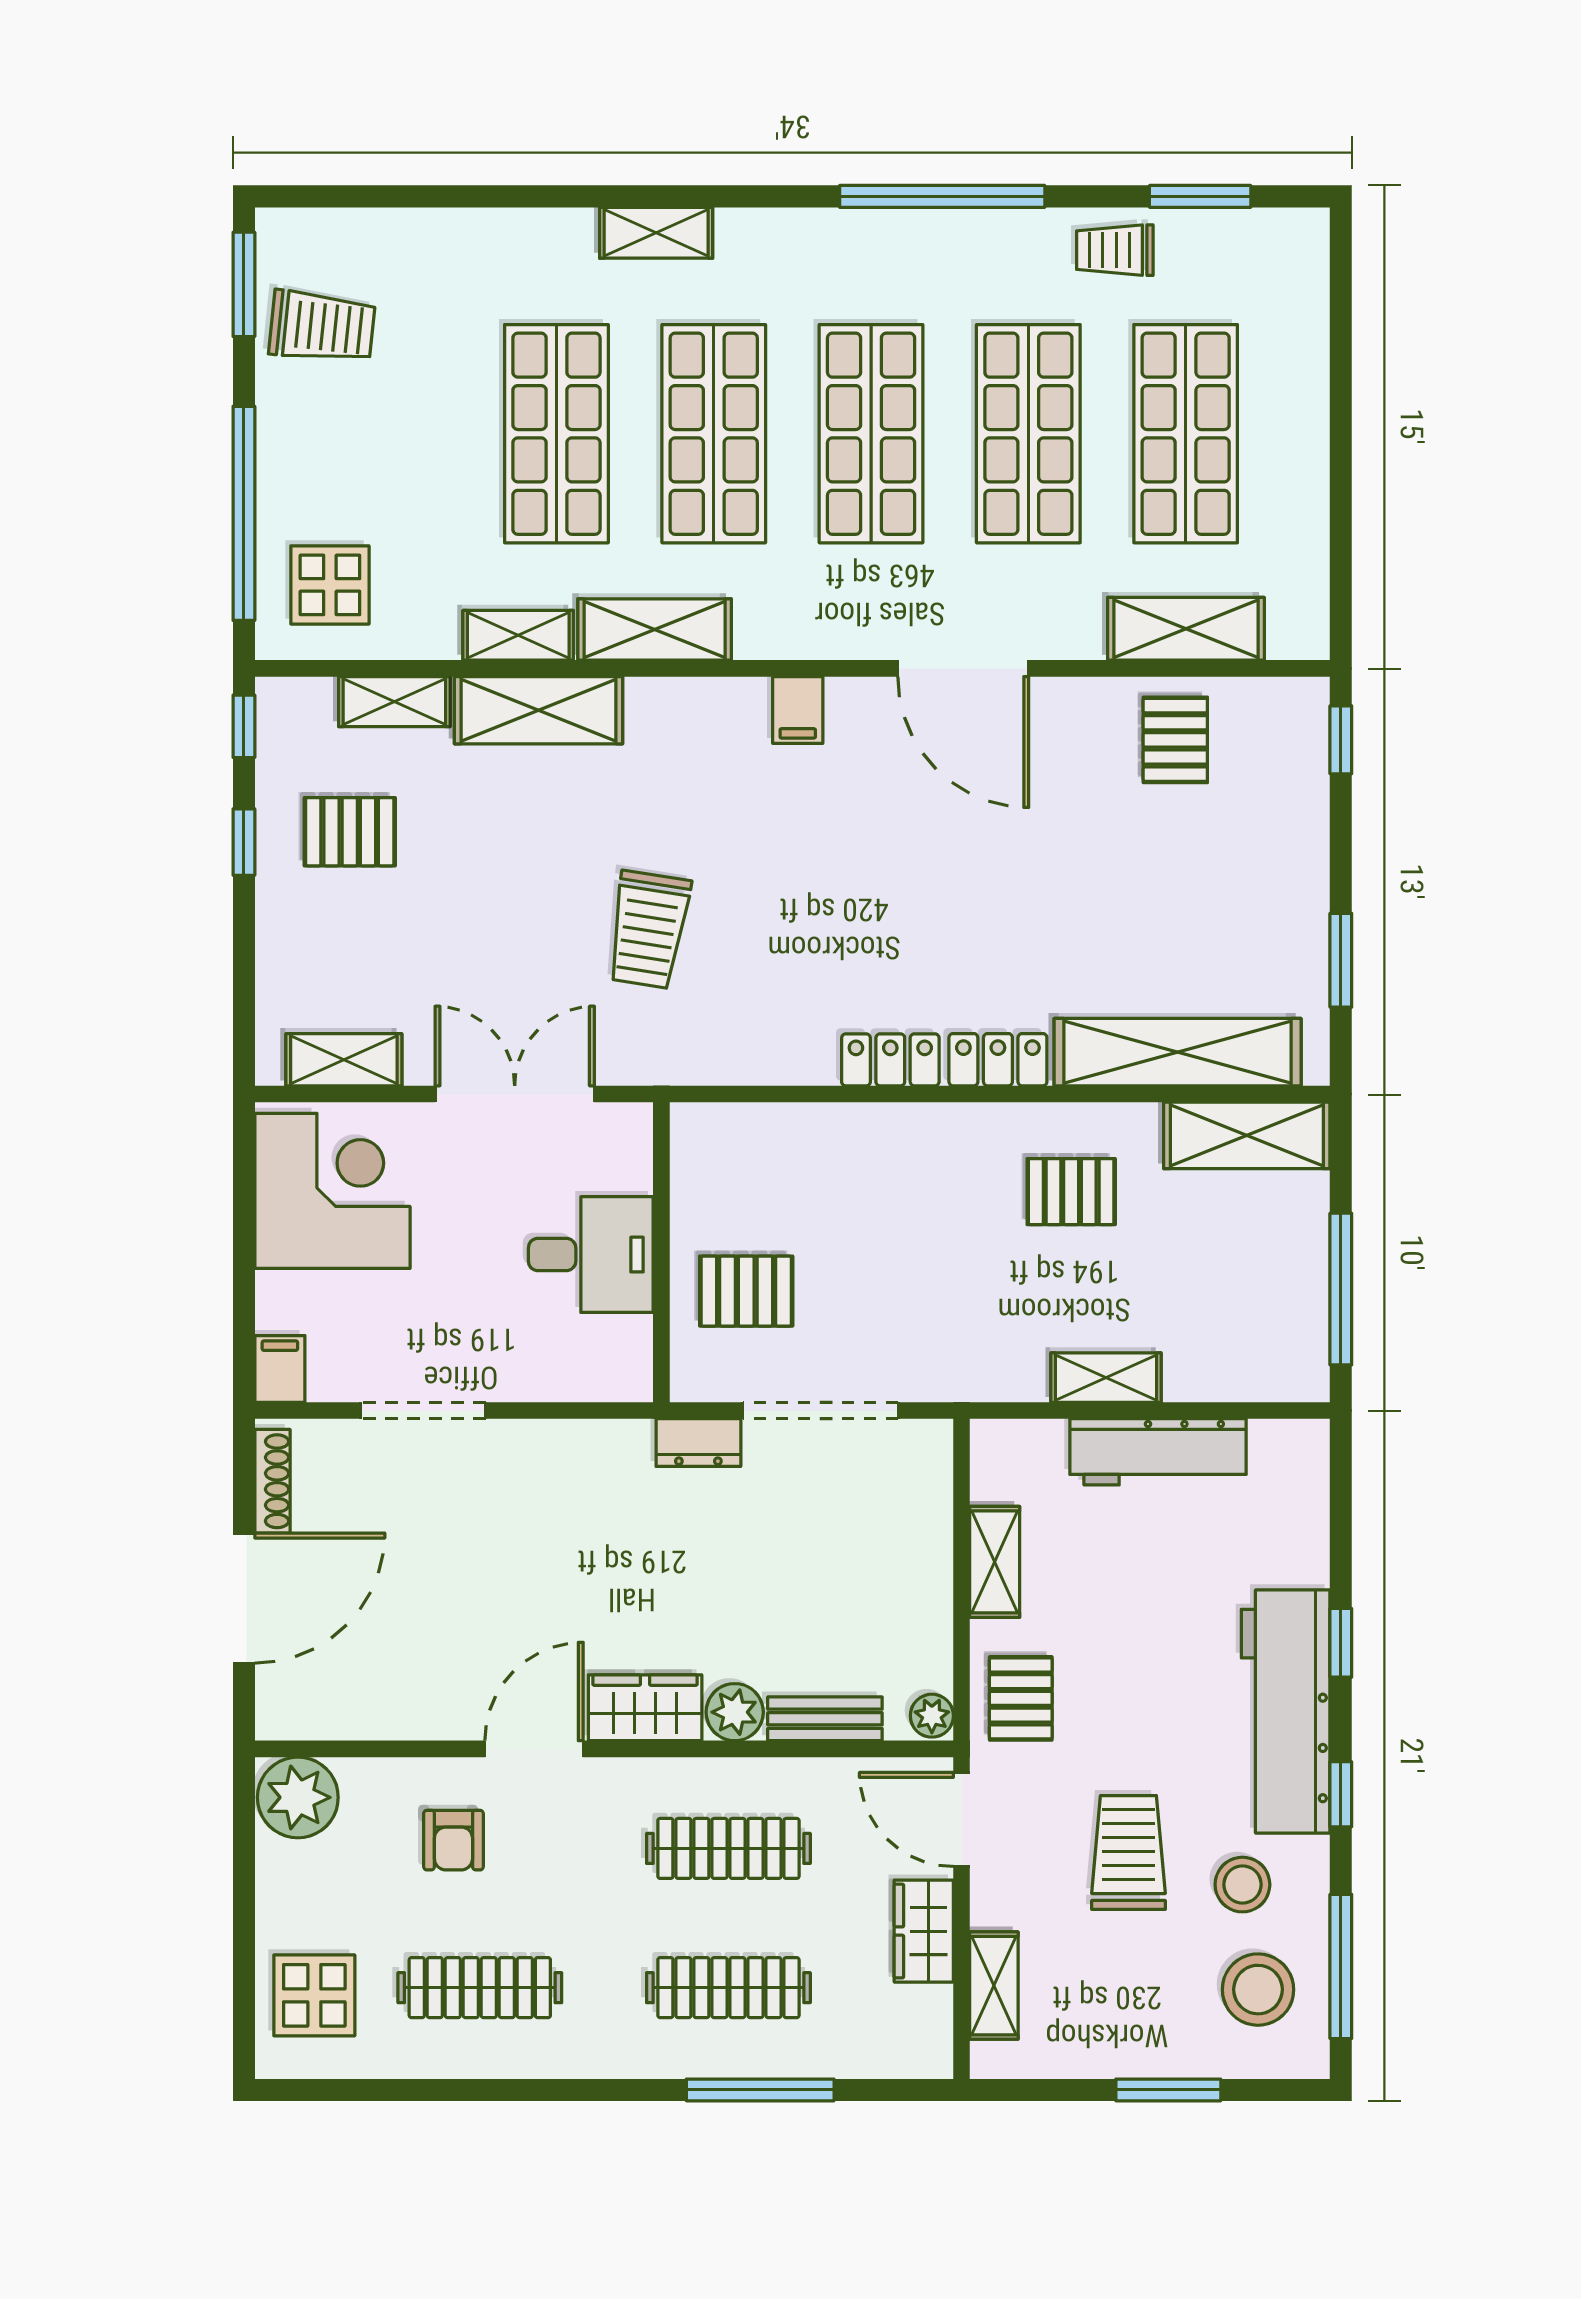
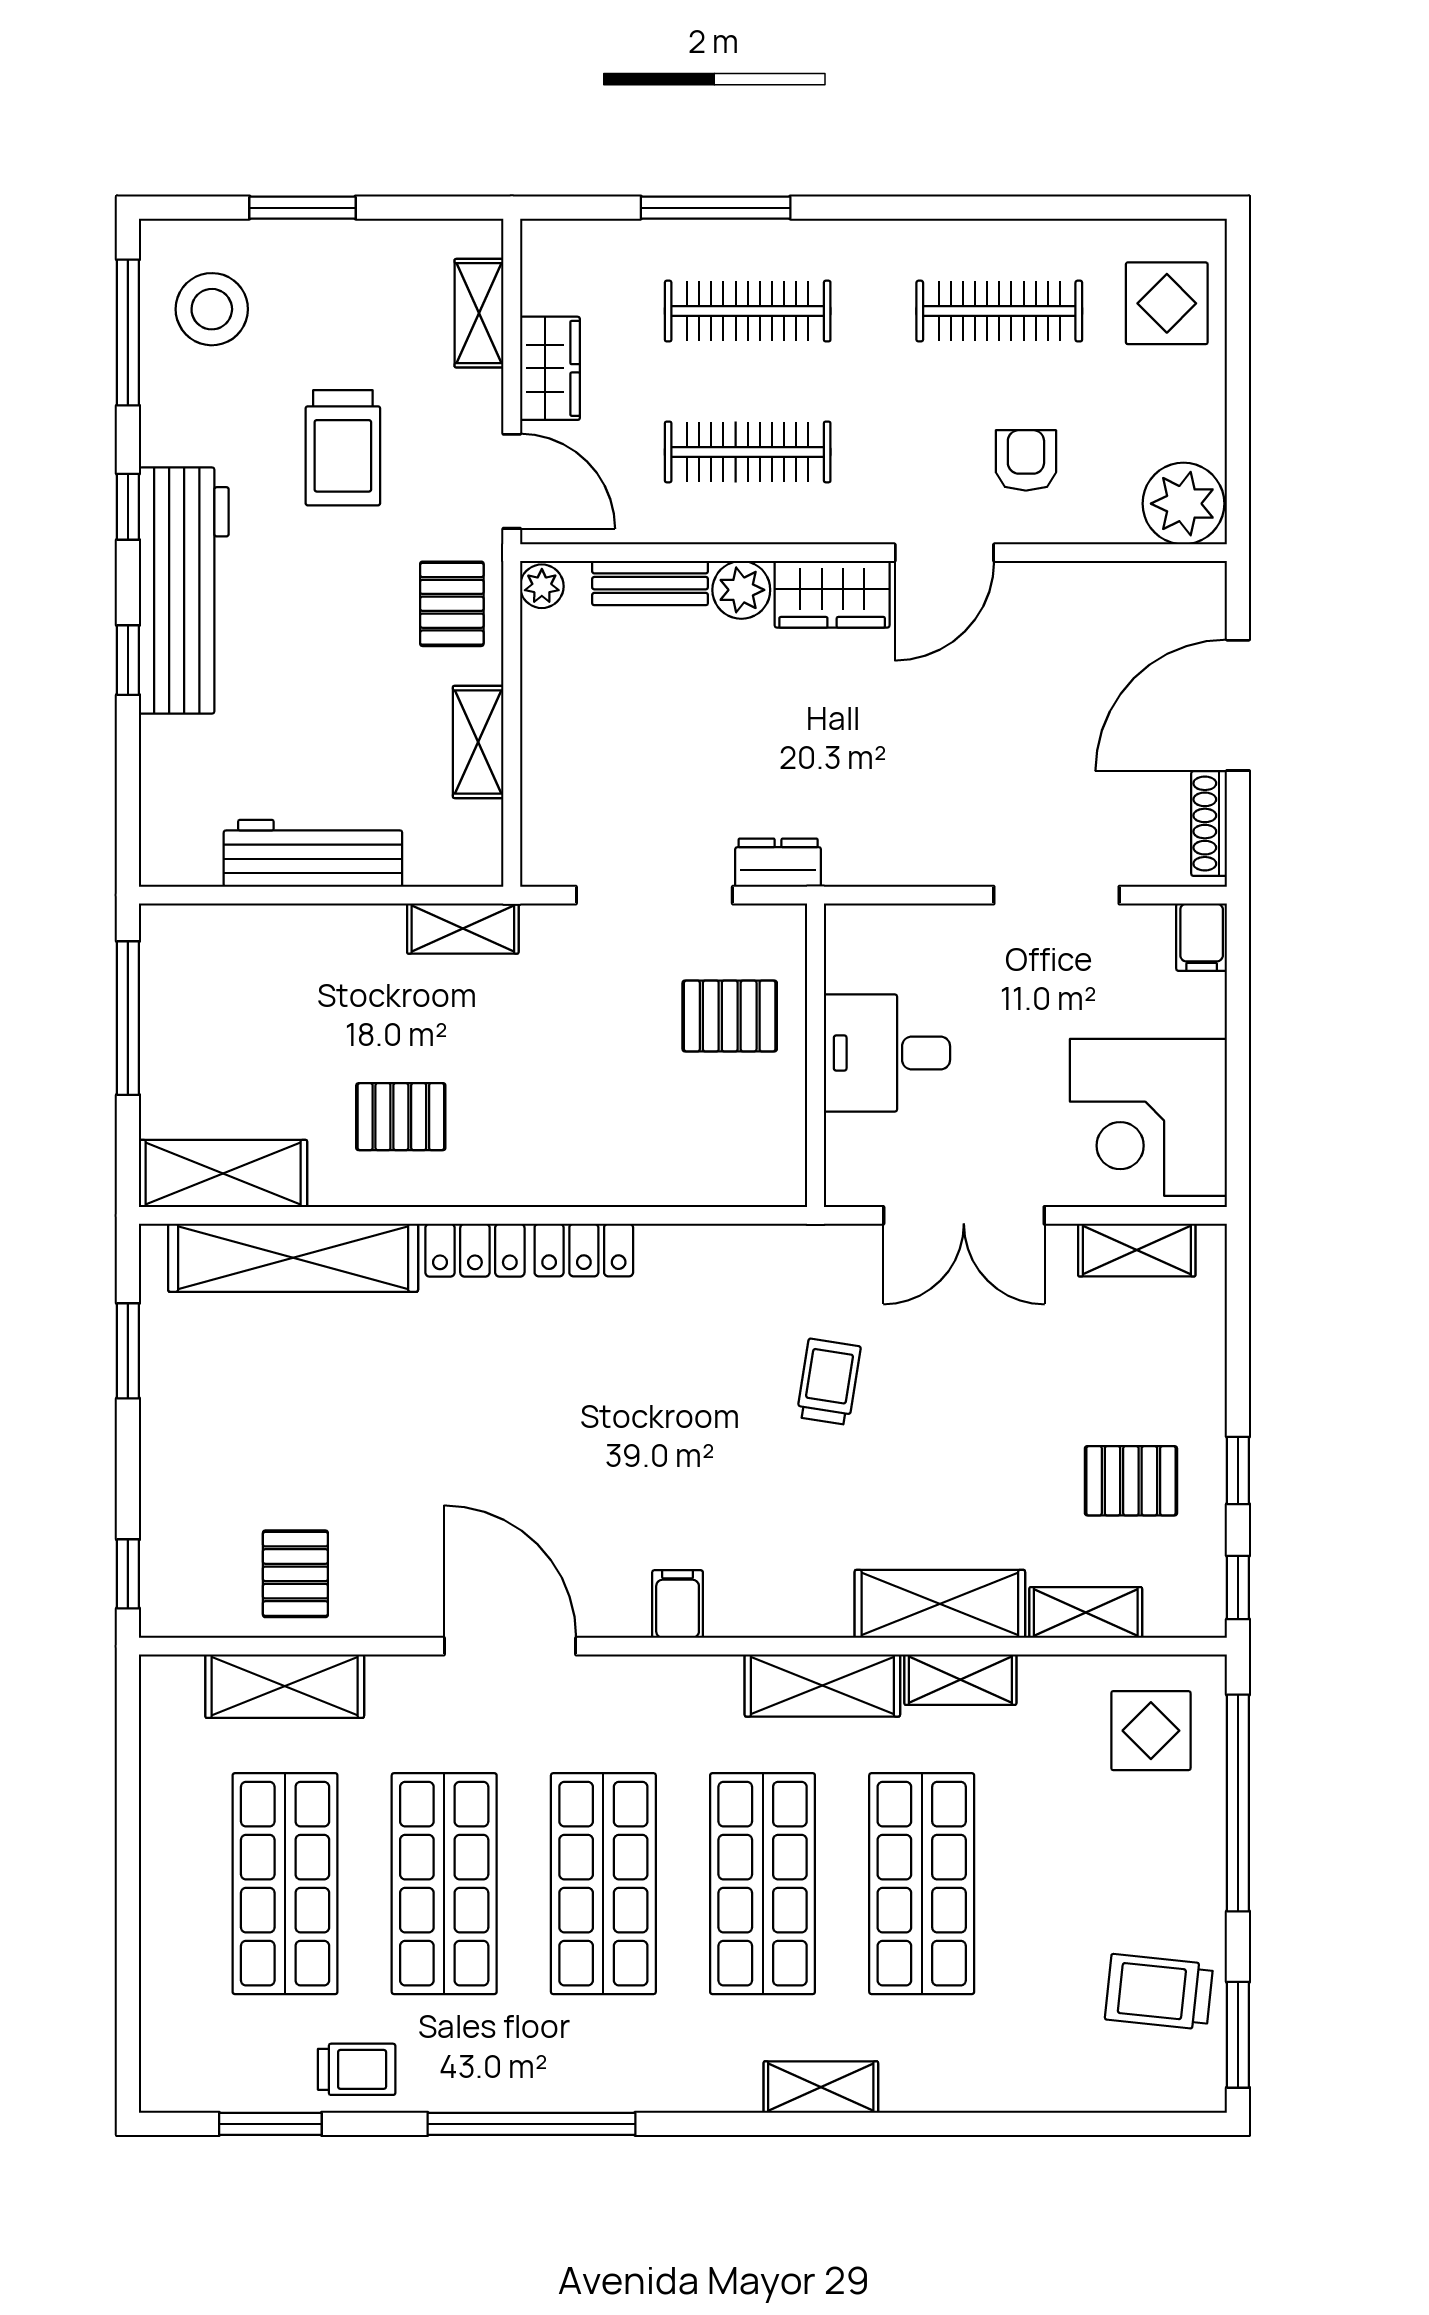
trolley: (648, 930) -> (829, 1382), width x0.73, depth x0.72
shelving: (1106, 1378) -> (463, 928), moved
stool: (1242, 1885) -> (227, 415), removed

